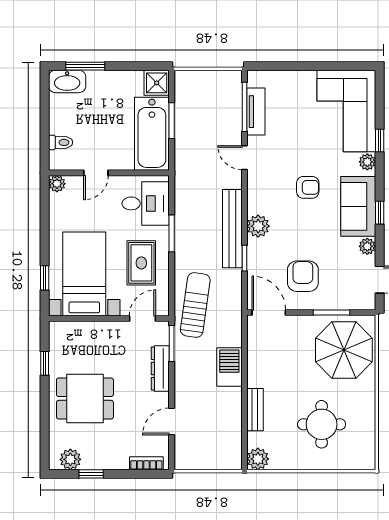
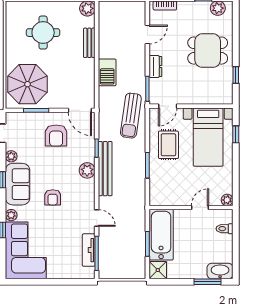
armchair: (308, 187) -> (53, 197), turned -90
desk: (146, 203) -> (165, 186), removed
dresser: (160, 368) -> (155, 67), width x0.70

